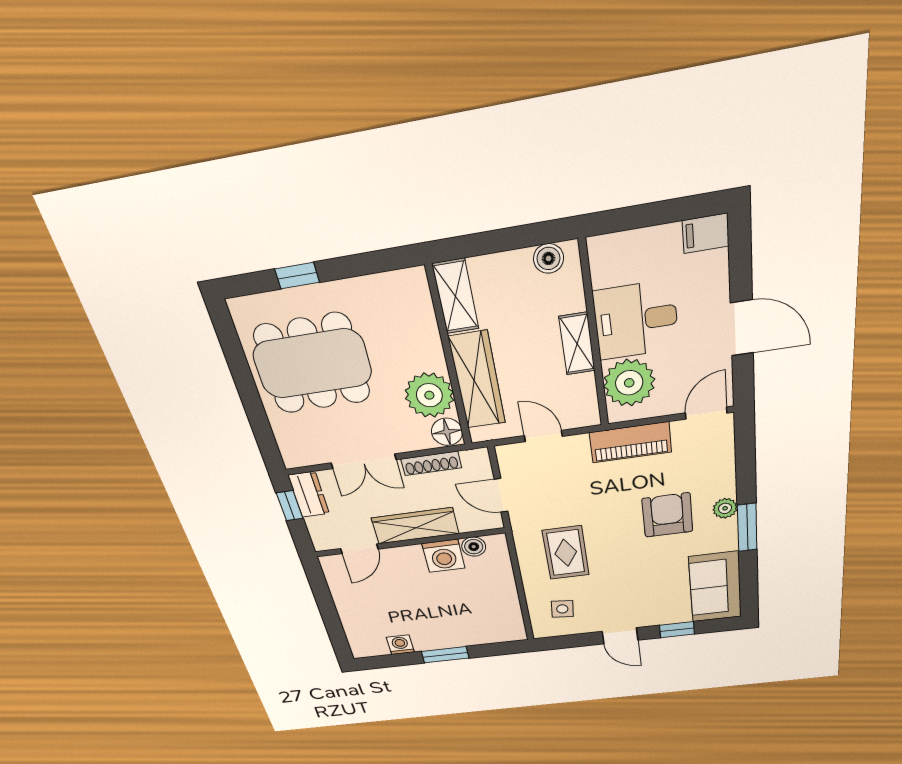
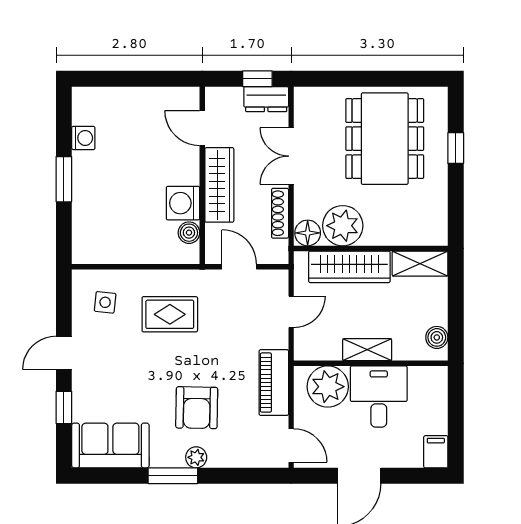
door: (501, 495) -> (239, 267), hinge flipped
armchair: (667, 515) -> (197, 408), turned 91

